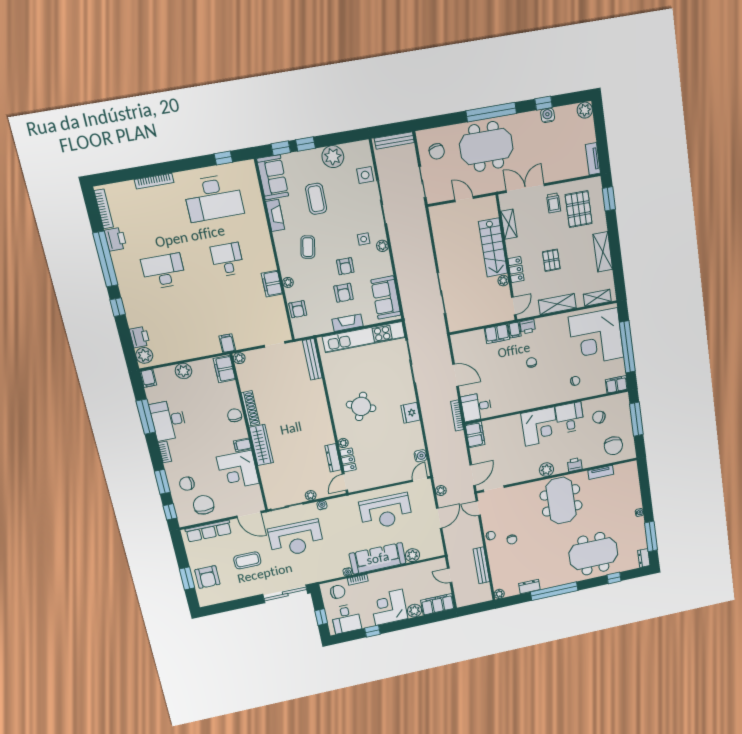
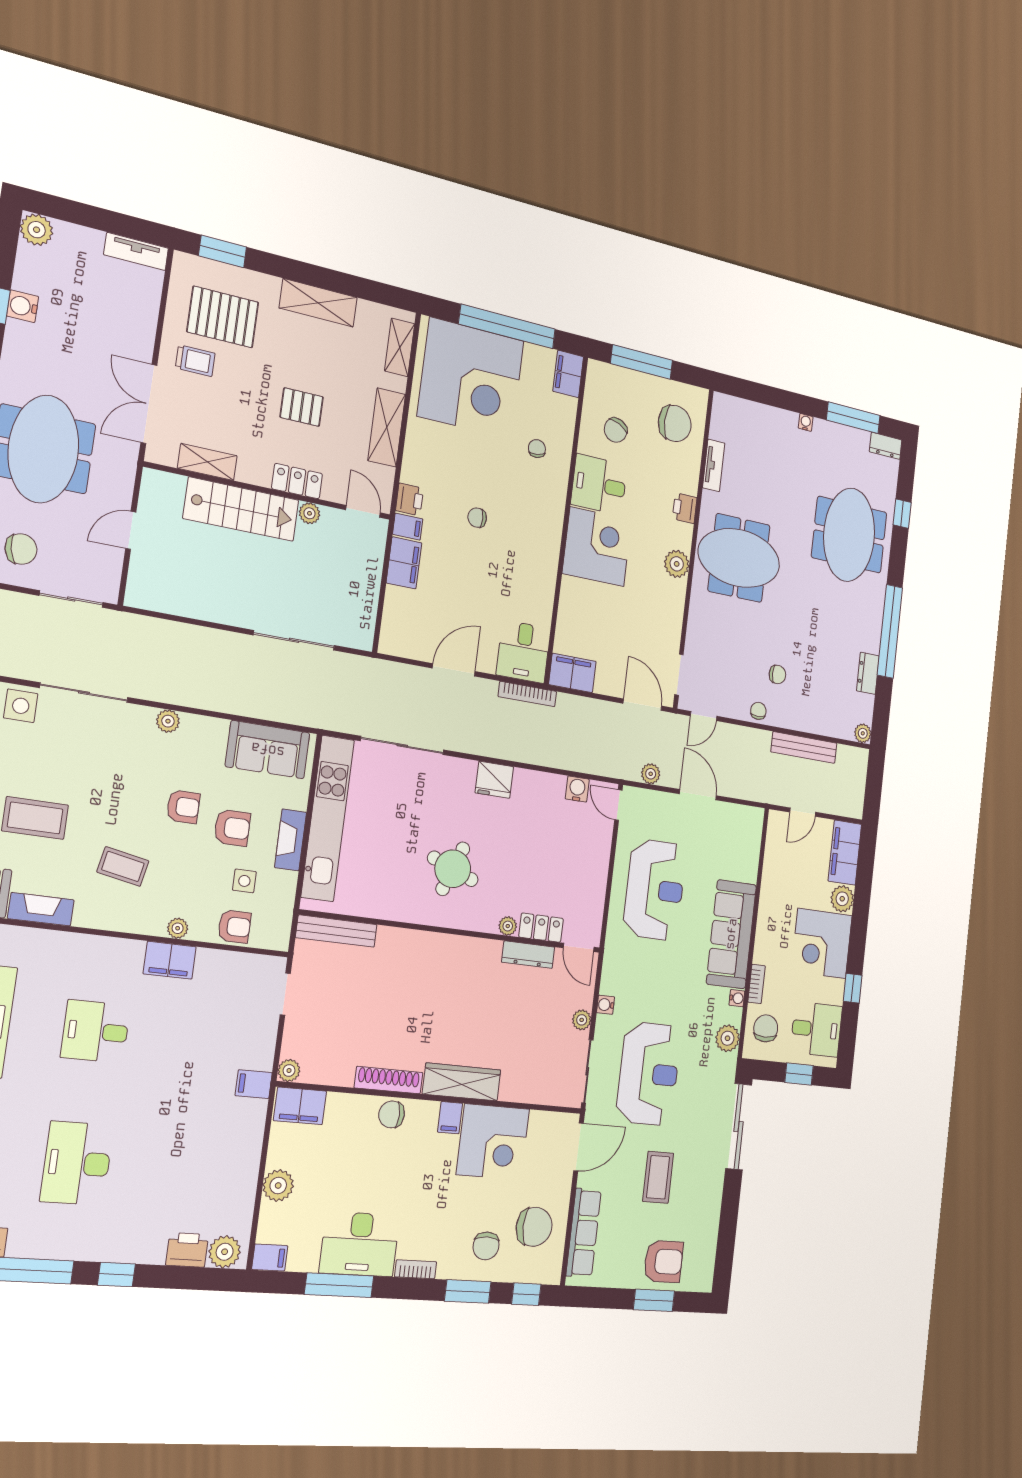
side table: (364, 239) -> (244, 881), moved
chair: (204, 505) -> (534, 1227), turned 180
plant: (412, 555) -> (728, 1038), moved

